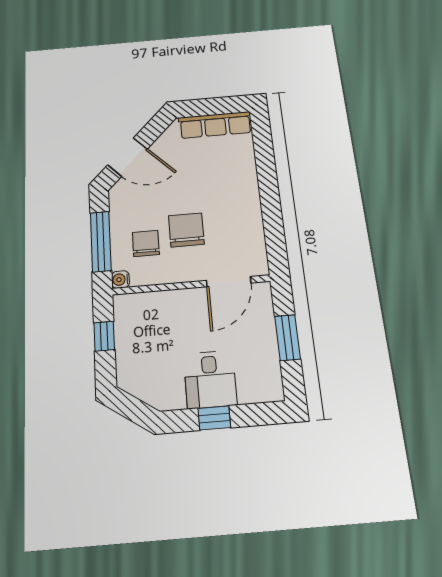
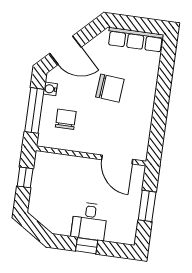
chair: (186, 230) -> (110, 88), moved, turned 95
water cooler: (120, 280) -> (50, 89), moved
door: (229, 282) -> (117, 160), hinge flipped

